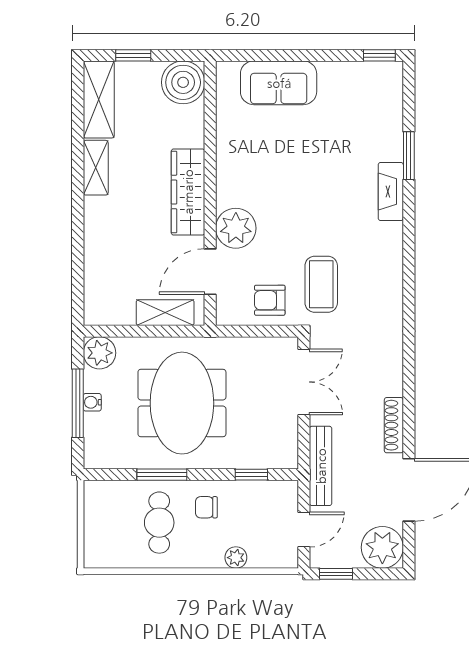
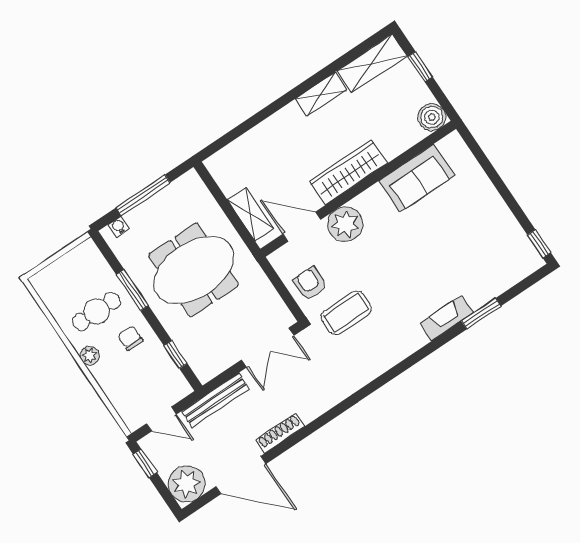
boiler: (183, 82) -> (432, 117), width x0.73, depth x0.73
sofa: (279, 83) -> (417, 178), moved, turned -90
plant: (99, 353) -> (190, 186), removed
water cooler: (92, 402) -> (119, 227), moved
plant: (236, 558) -> (90, 356), moved

